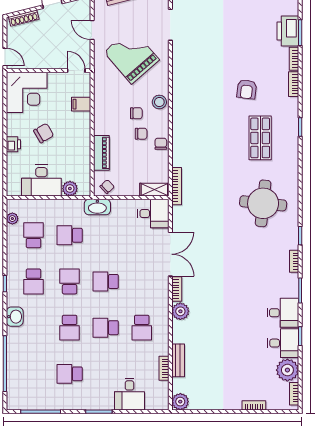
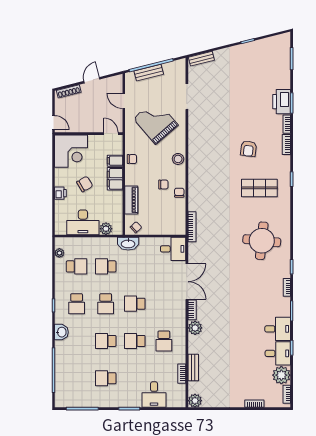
chair: (136, 113) -> (132, 159), moved
filing cabinet: (81, 127) -> (115, 179), added
shop shelf: (260, 138) -> (259, 188), turned 90
shelving: (154, 190) -> (174, 230), removed
school desk: (34, 235) -> (77, 266), turned 90
school desk: (70, 281) -> (106, 304), turned 180
school desk: (70, 328) -> (106, 341), turned 90

